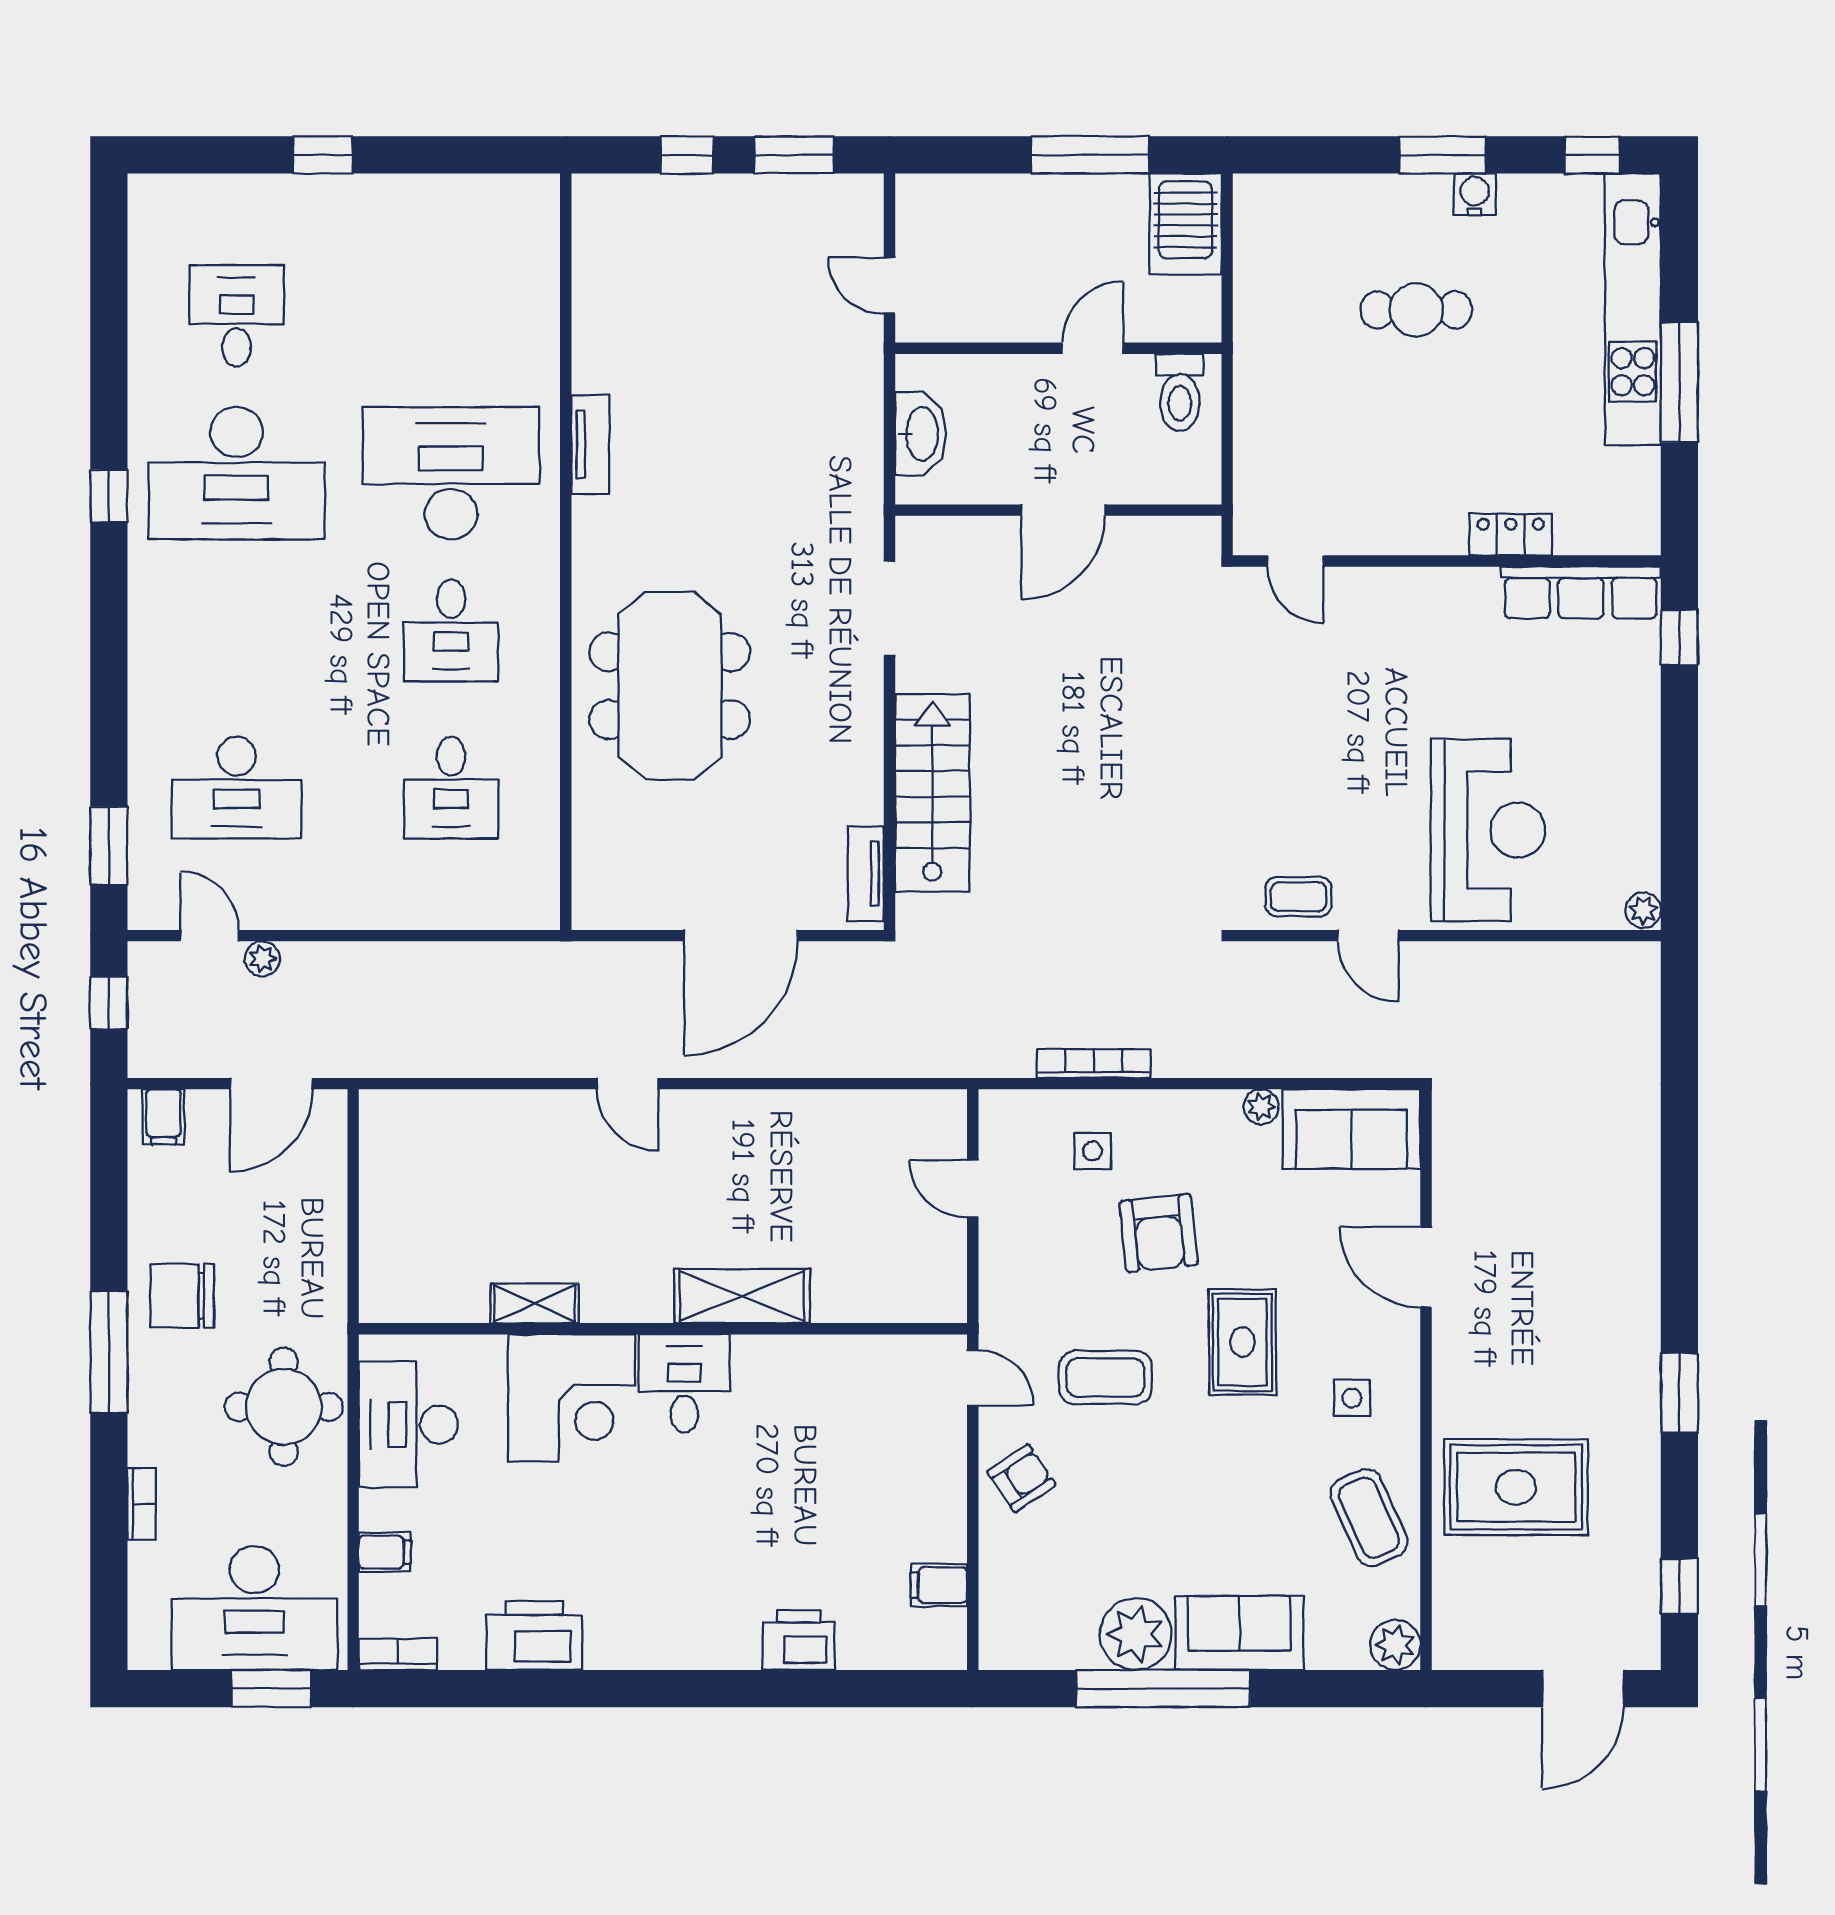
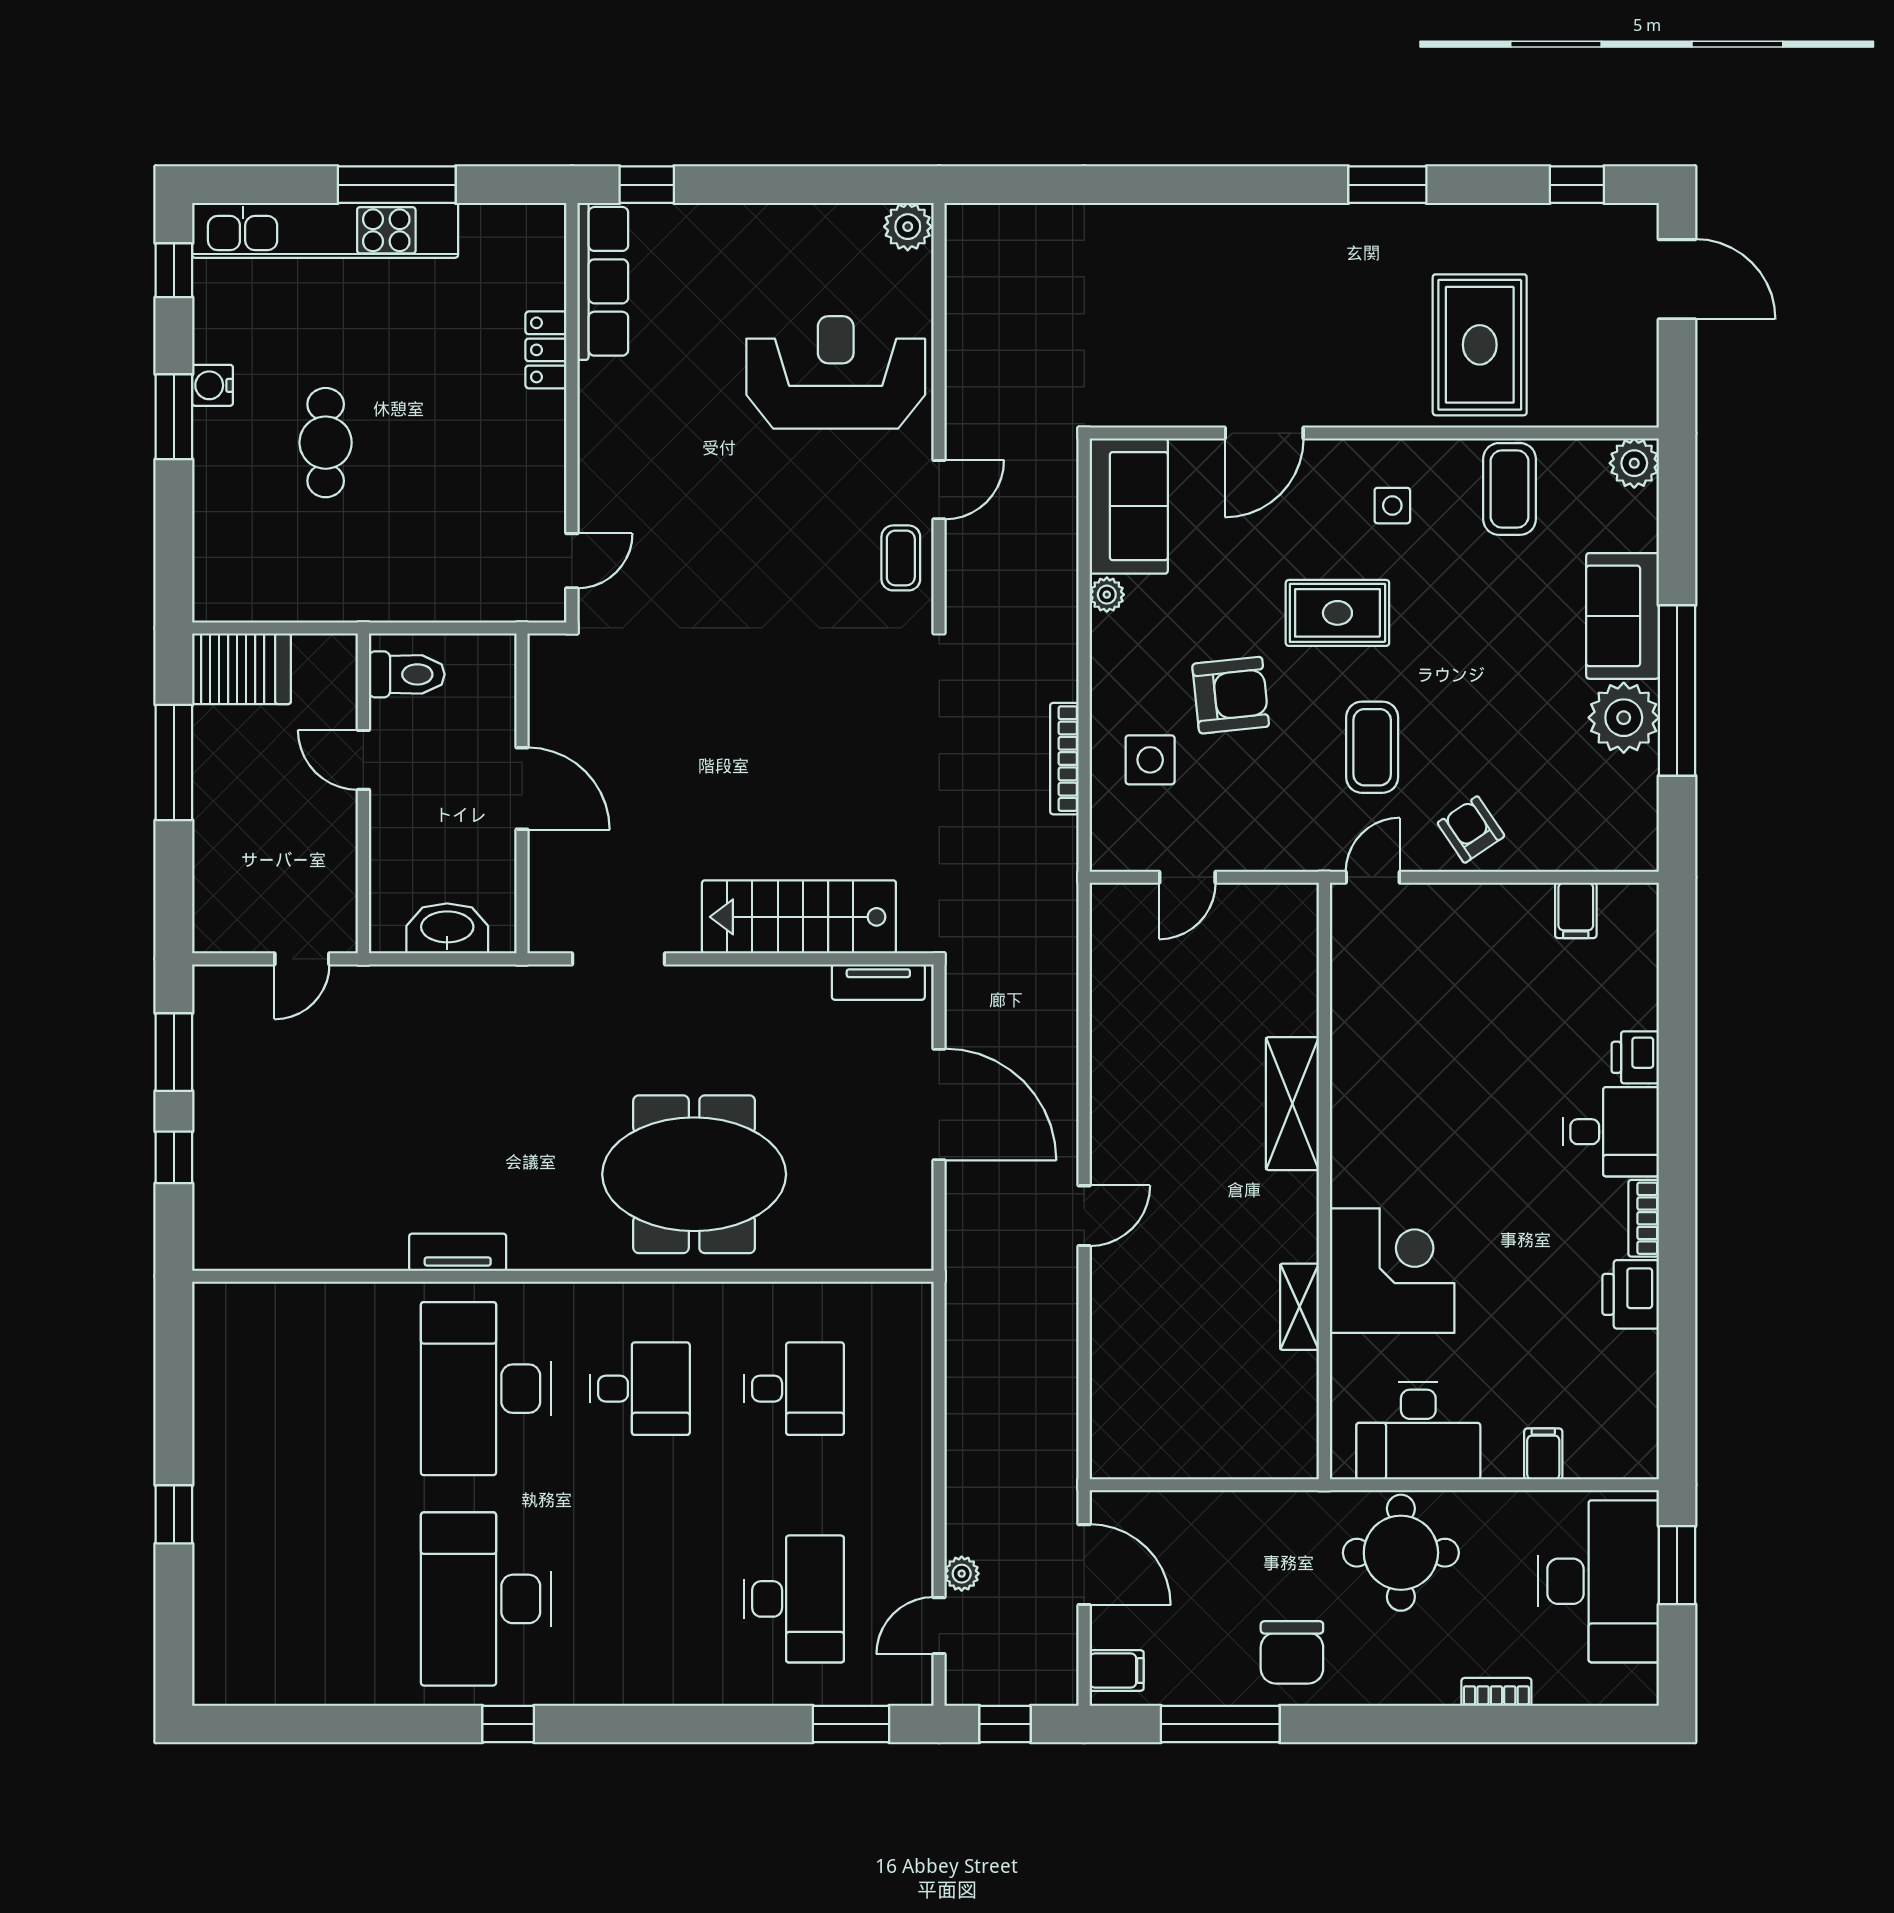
desk: (237, 316) -> (332, 1599), removed
desk: (237, 473) -> (486, 1599), turned 180
plant: (1643, 910) -> (908, 227), width x1.38, depth x1.38
side table: (1093, 1151) -> (1150, 760), width x1.37, depth x1.37
window: (109, 1352) -> (1220, 1724), moved
desk: (684, 1383) -> (1611, 1132), moved, turned 180
coffee table: (1369, 1518) -> (1510, 489), turned -66
printer: (534, 1636) -> (1631, 1294), width x0.73, depth x0.84
printer: (799, 1640) -> (1635, 1057), width x0.73, depth x0.81
bookcase: (398, 1654) -> (1644, 1218), moved

